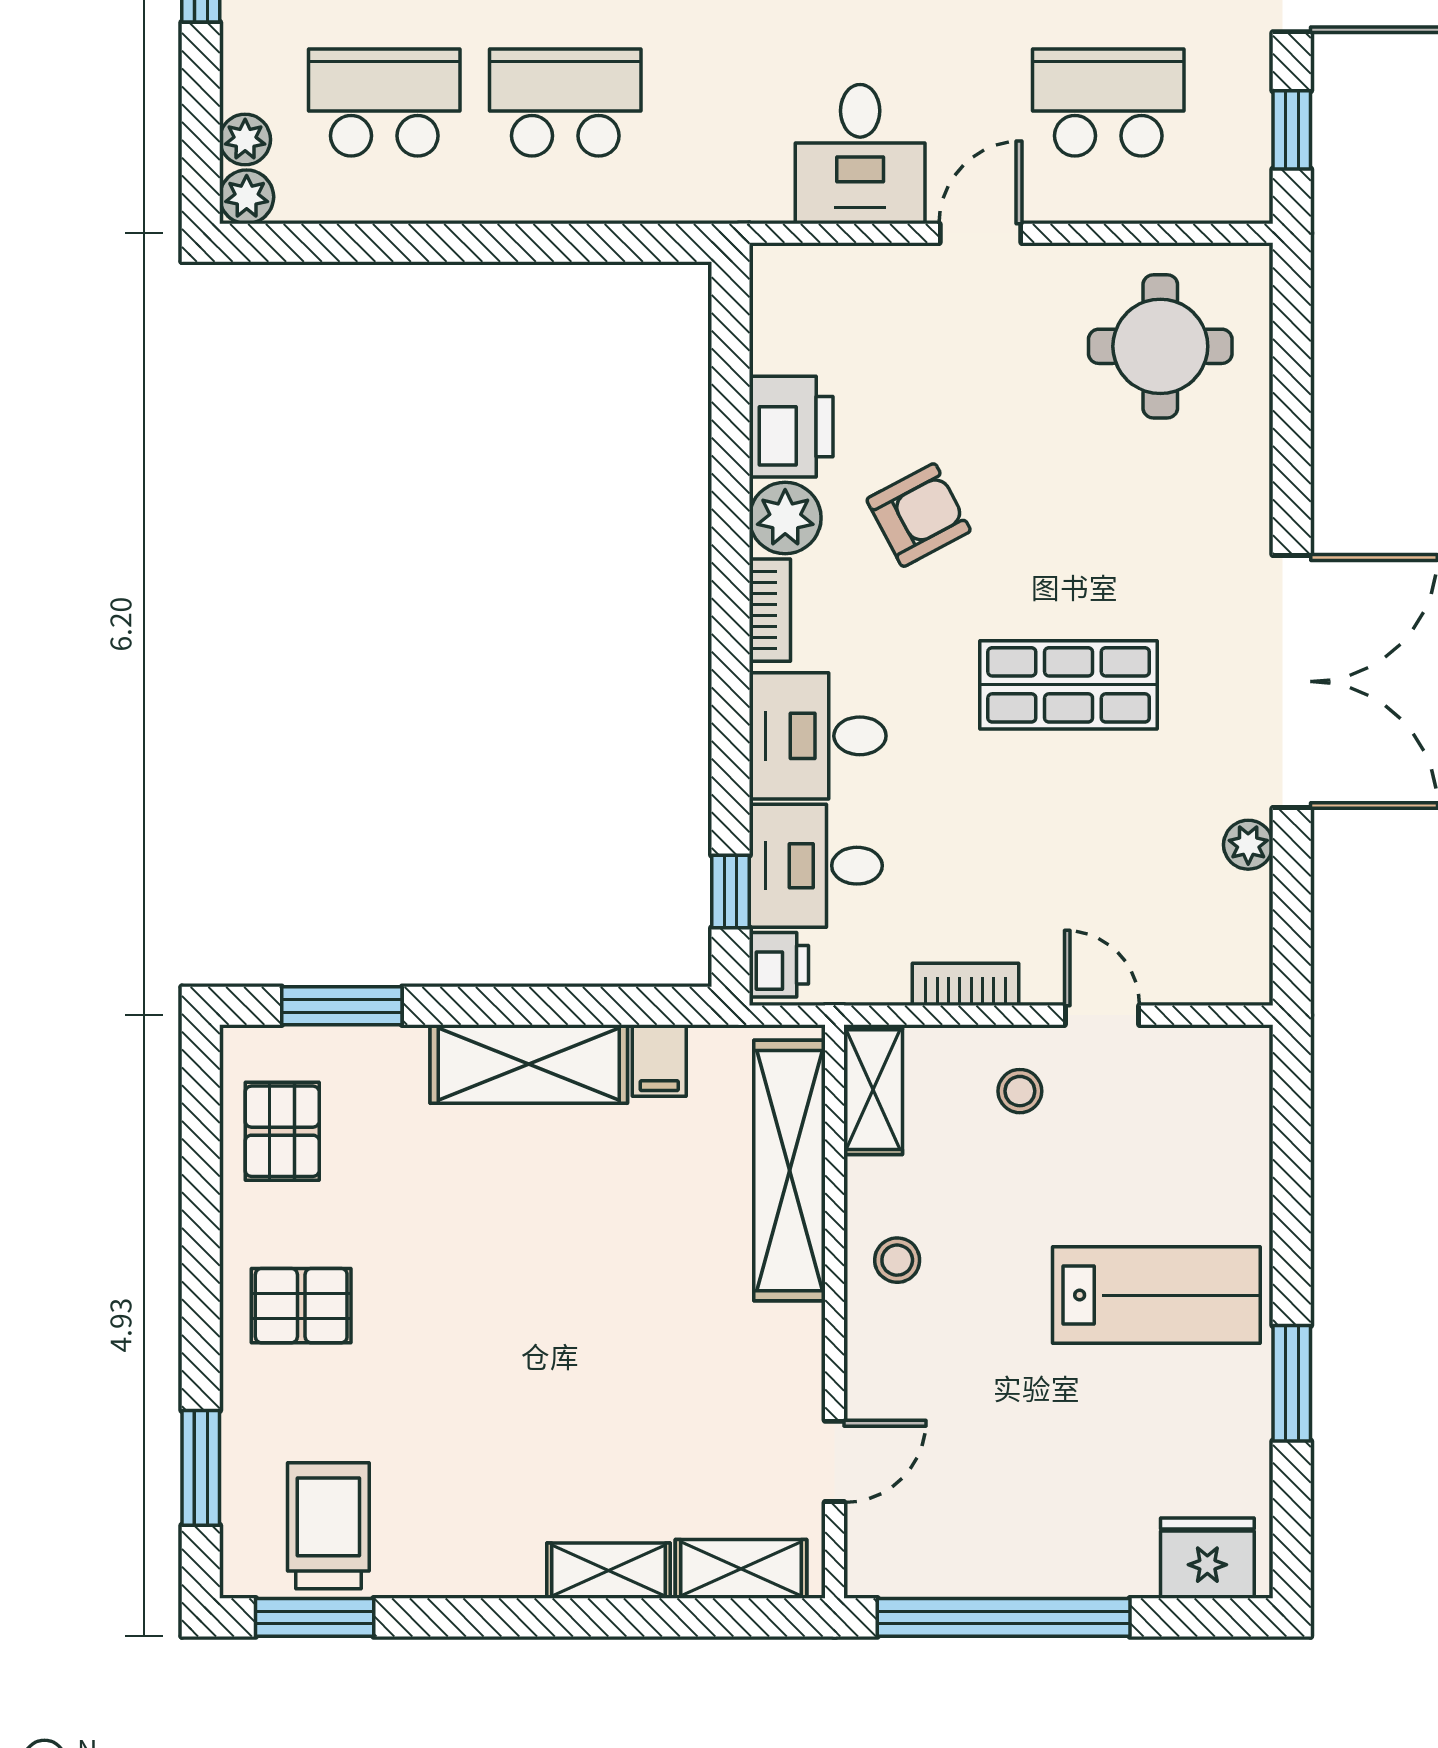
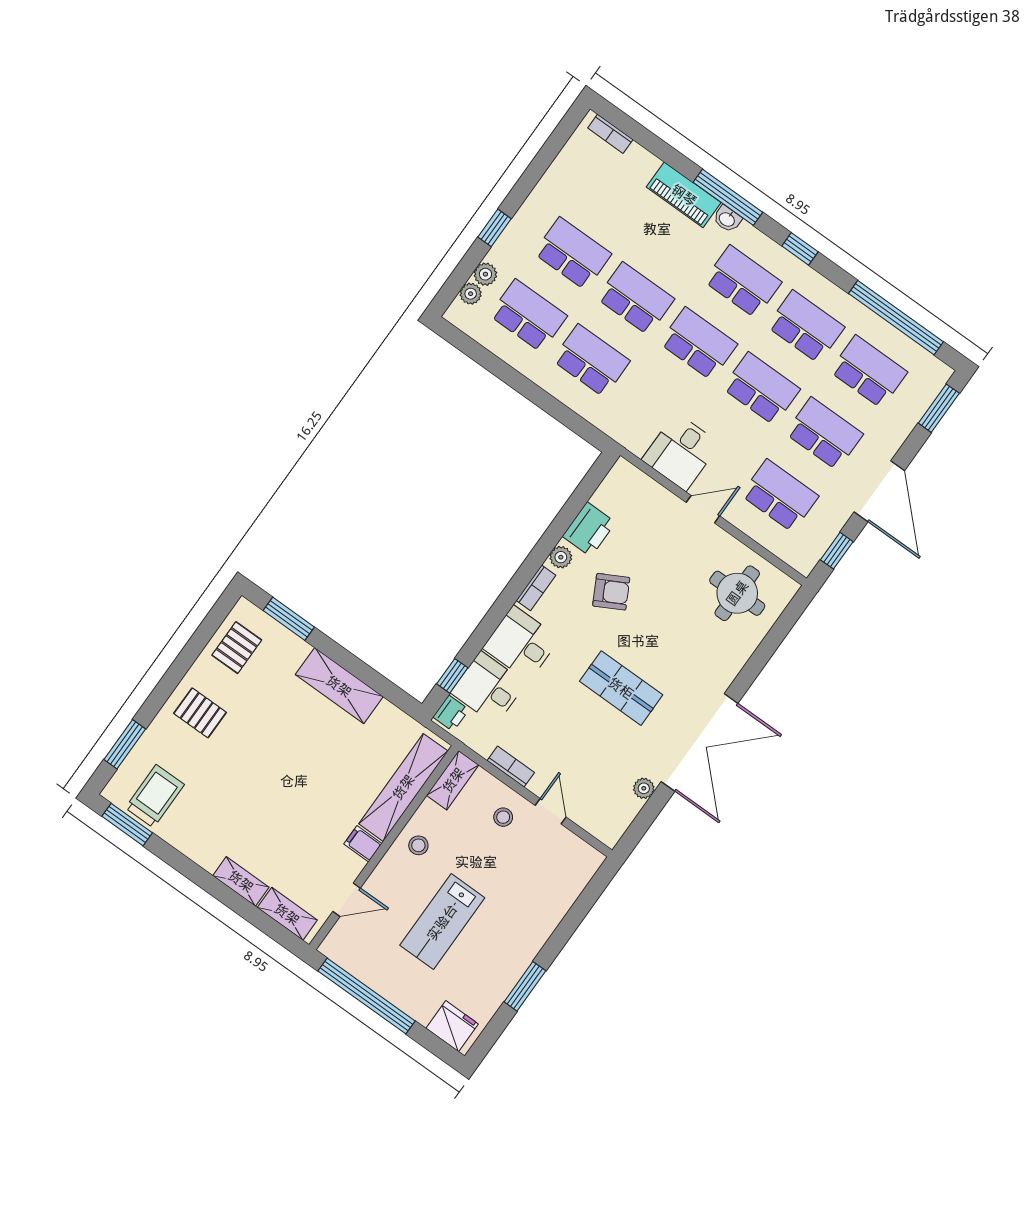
plant: (247, 197) -> (485, 274), moved
plant: (785, 518) -> (561, 557), width x0.73, depth x0.73
filing cabinet: (659, 1061) -> (363, 844), moved, turned 90
lab bench: (1156, 1295) -> (442, 922), moved, turned 90

